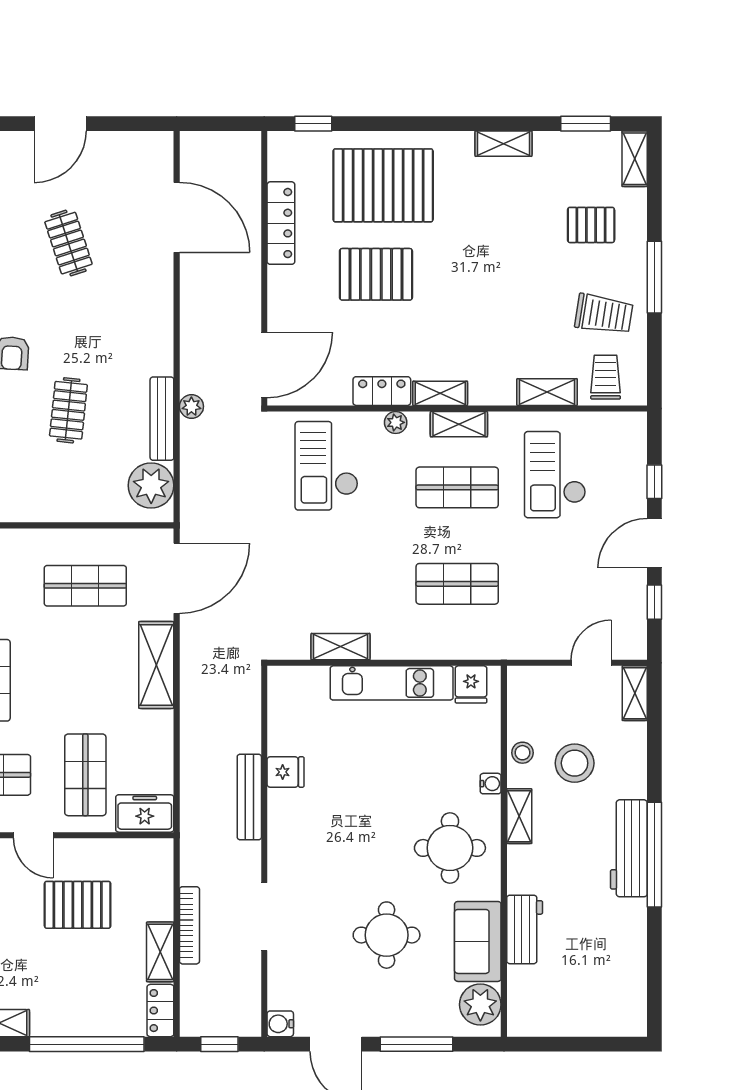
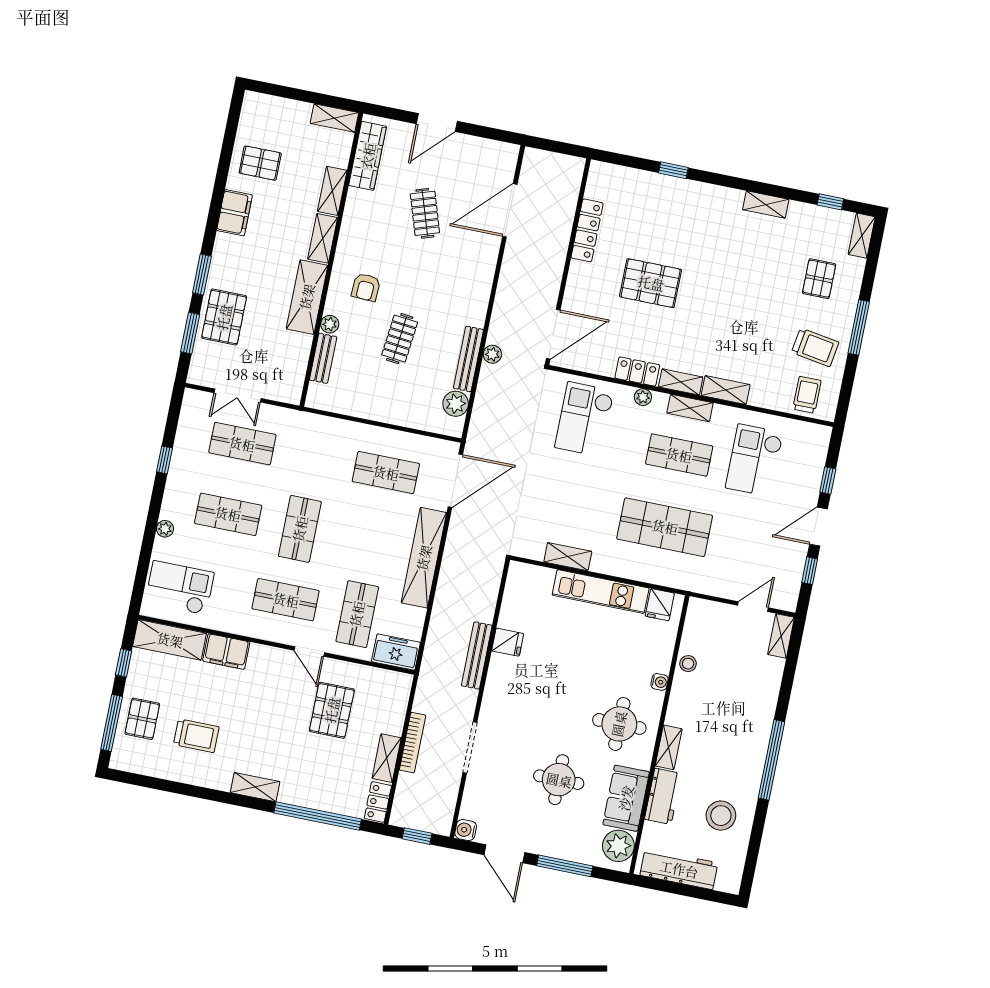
window: (313, 124) -> (673, 170), moved
window: (586, 124) -> (830, 202), width x0.67
pallet: (383, 185) -> (669, 218), removed
door: (177, 217) -> (510, 210), swing flipped
pallet: (591, 225) -> (819, 279), turned 90
shelving: (547, 392) -> (726, 390), moved
plant: (151, 485) -> (456, 404), width x0.73, depth x0.73
shop shelf: (457, 584) -> (665, 527), width x1.43, depth x1.36
shelving: (156, 665) -> (424, 558), width x1.47
stool: (575, 763) -> (721, 816), moved
shelving: (519, 816) -> (669, 747), moved
workbench: (629, 848) -> (679, 869), moved, turned 90
pallet: (78, 905) -> (332, 710), turned 90

